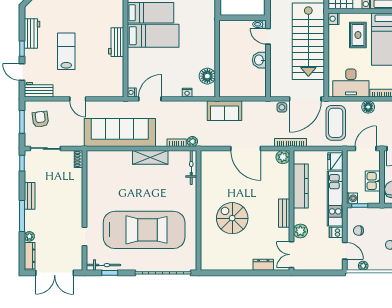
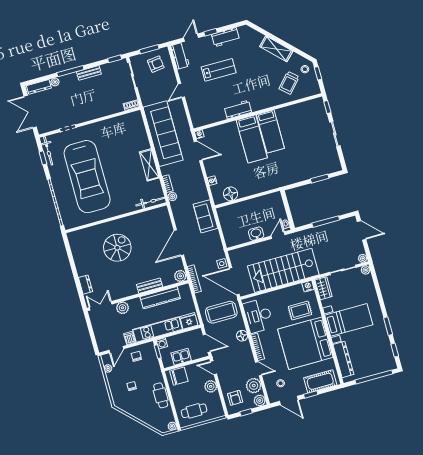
bench: (284, 213) -> (150, 286), moved

